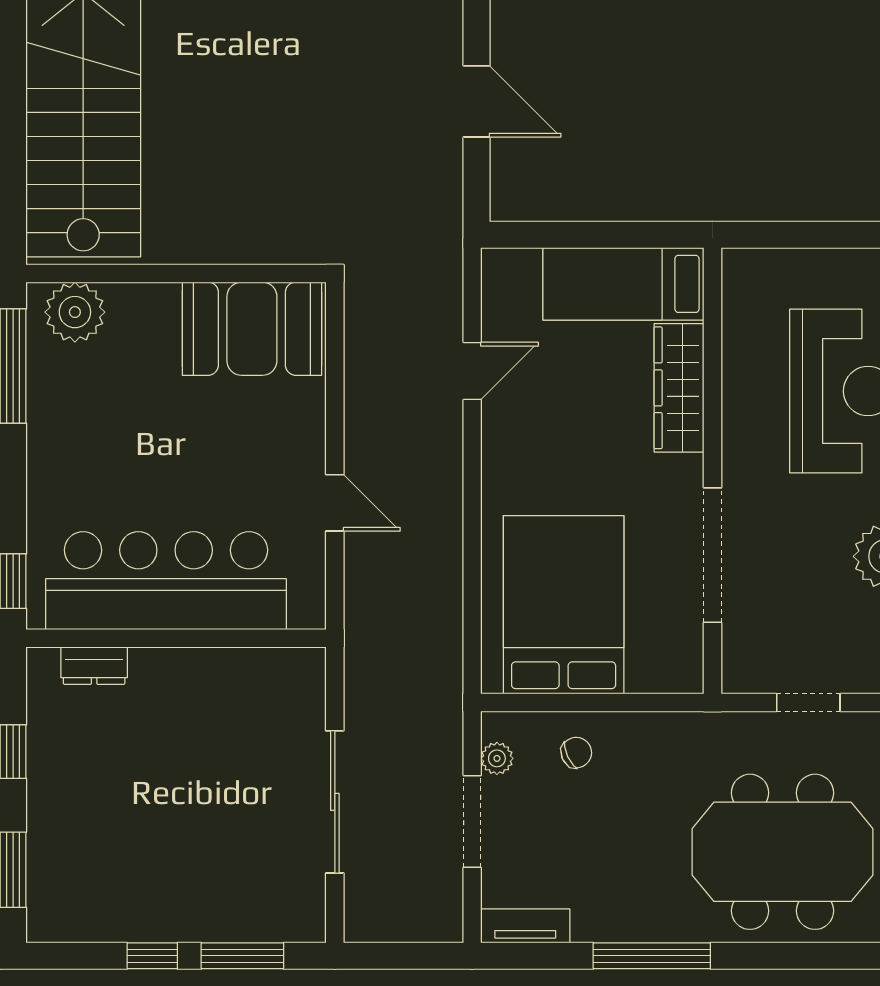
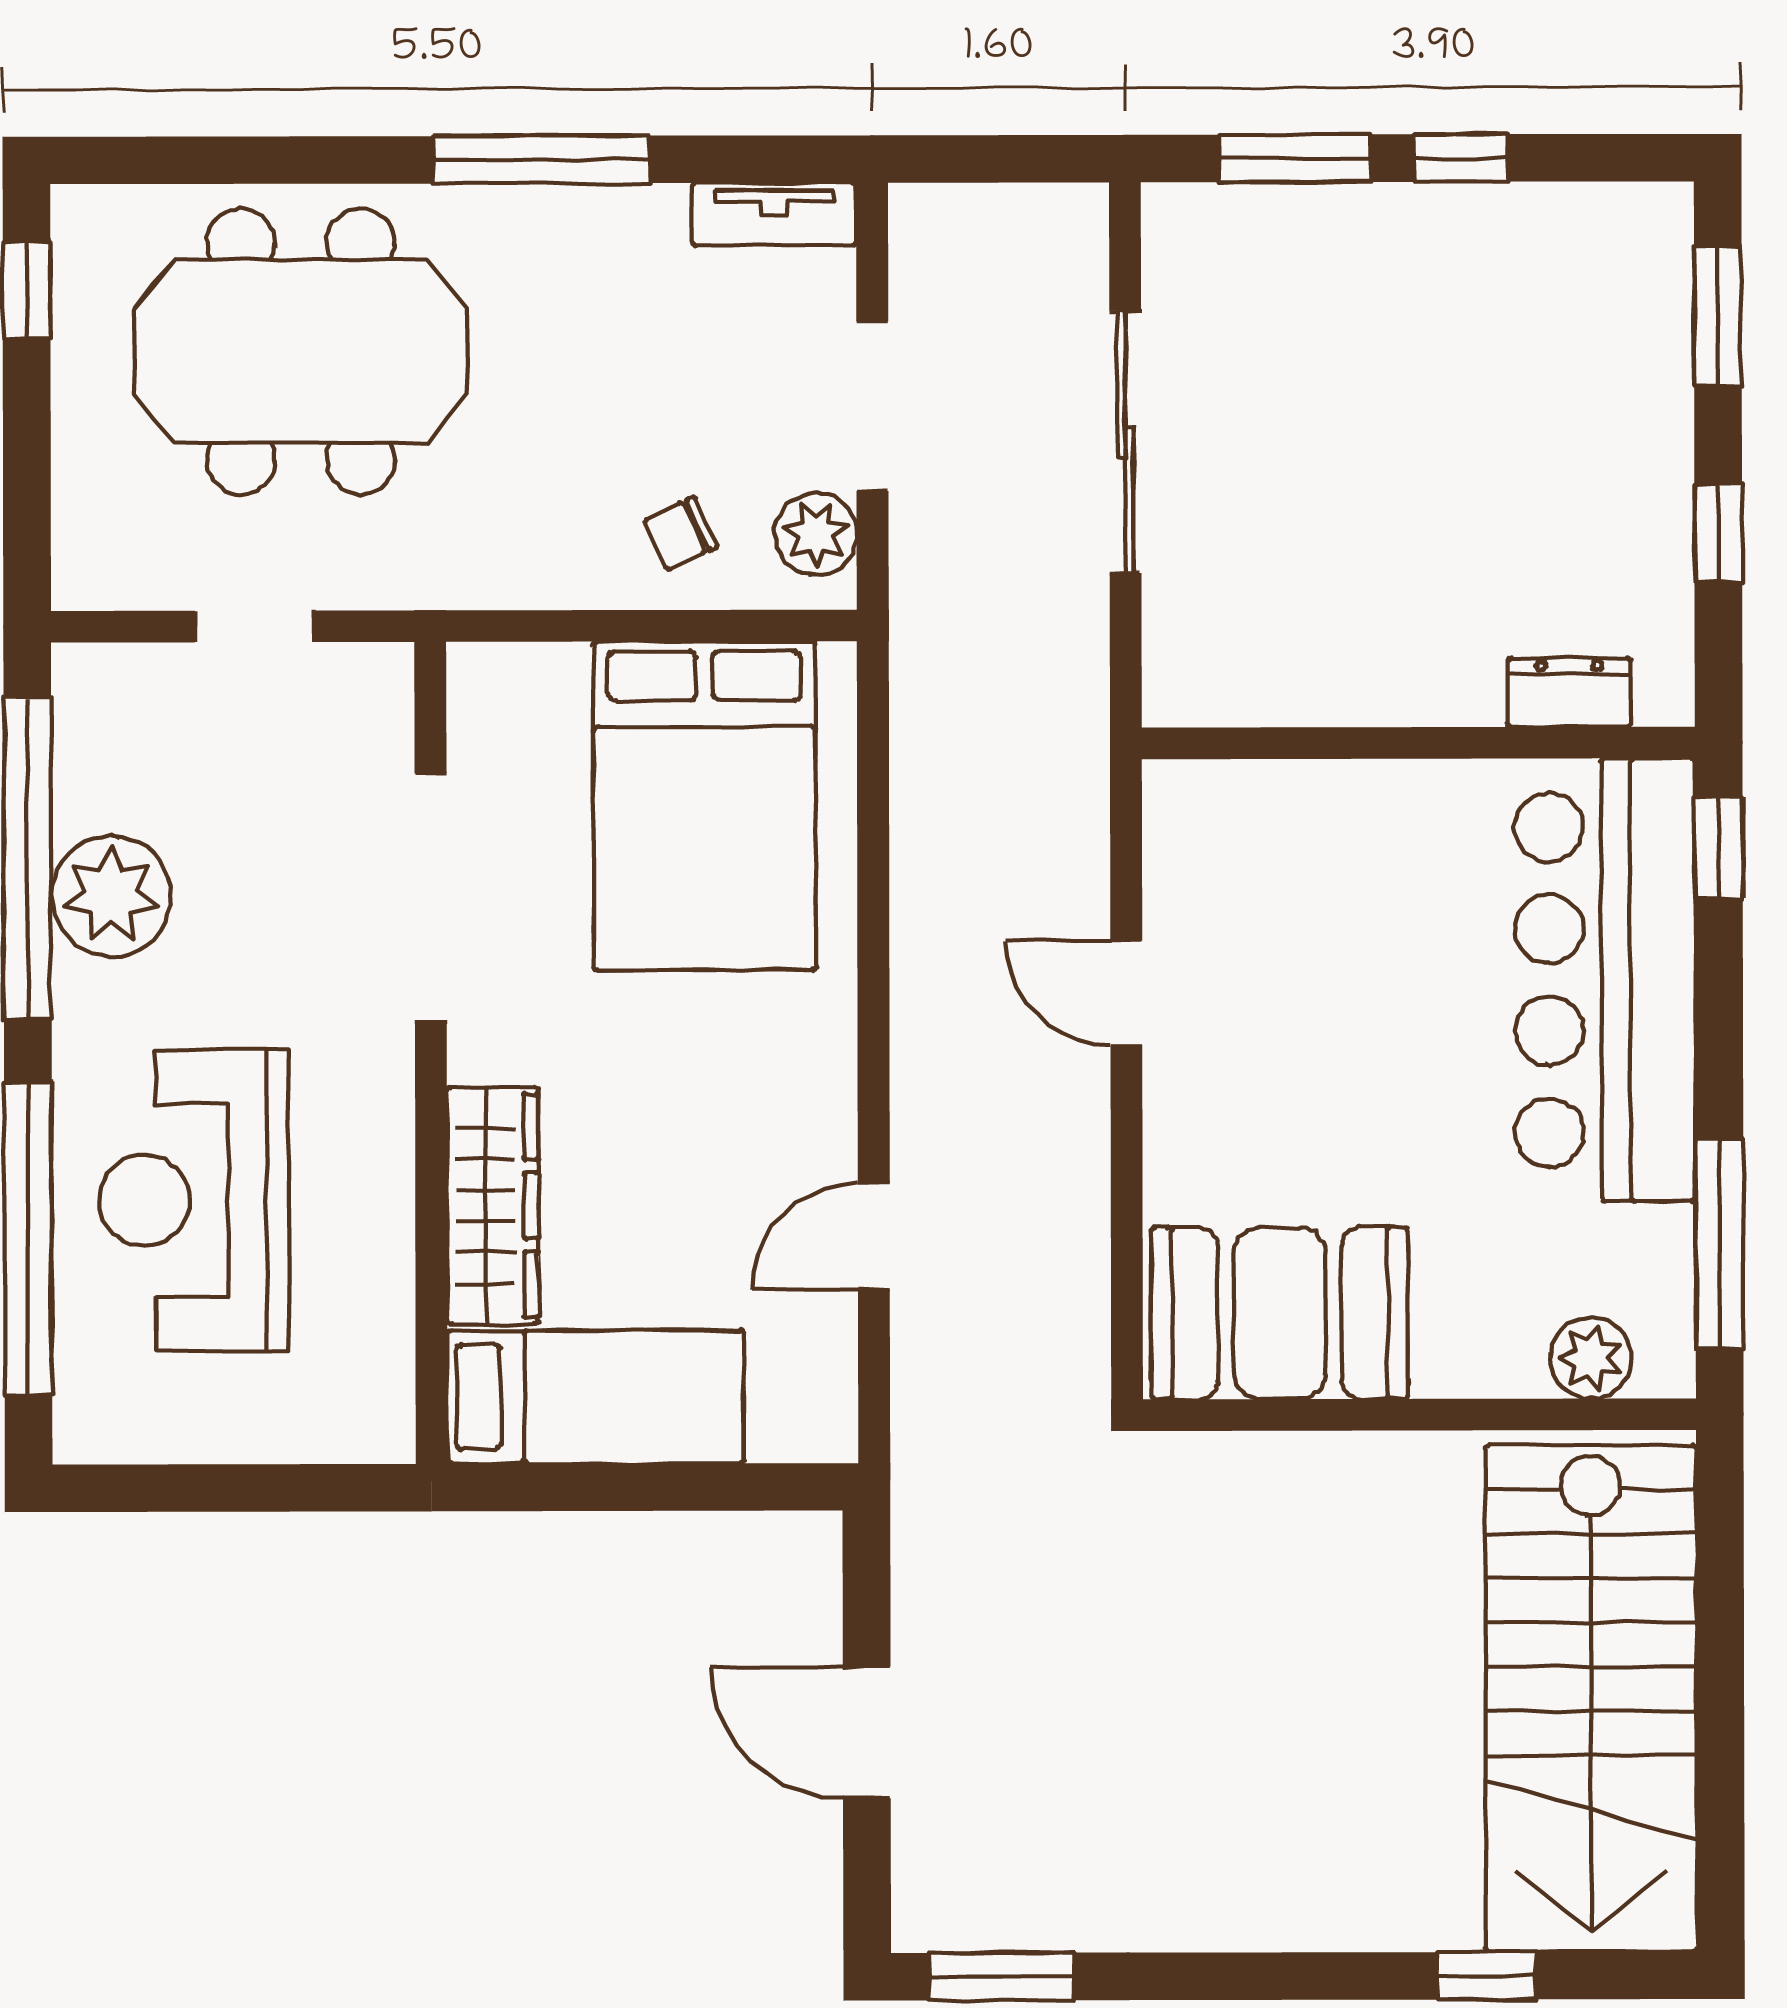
plant: (75, 312) -> (1591, 1358), width x0.73, depth x0.73
bar counter: (166, 581) -> (1605, 980), moved, turned 90
plant: (497, 758) -> (816, 534), width x1.38, depth x1.38

